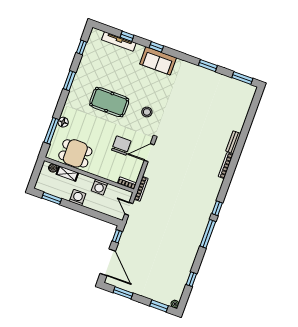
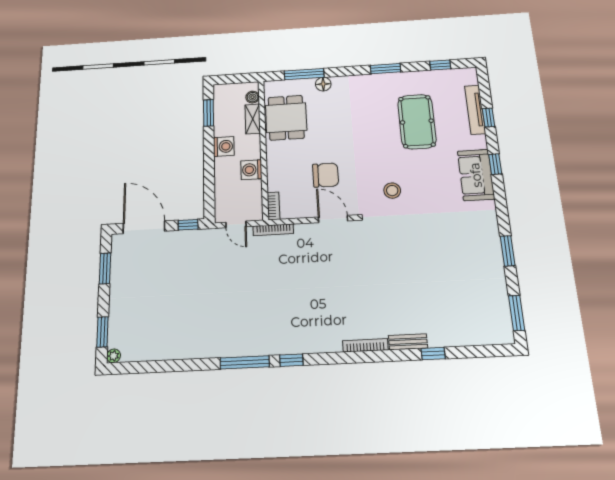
pool table: (109, 102) -> (417, 122), moved
door: (129, 209) -> (236, 224), swing flipped
door: (108, 262) -> (144, 227), swing flipped
window: (191, 279) -> (433, 354), moved

